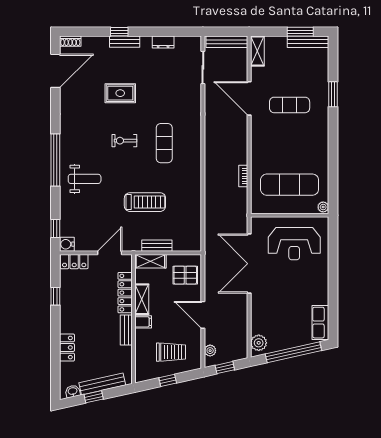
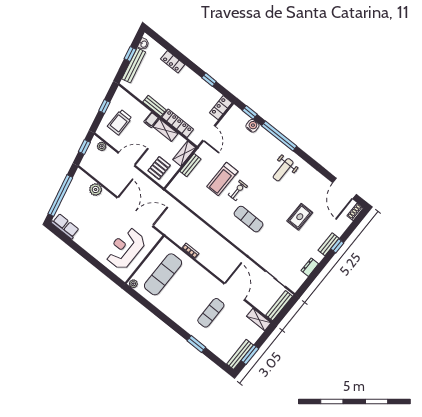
door: (249, 98) -> (234, 292), hinge flipped
exercise bike: (124, 141) -> (238, 190), moved
window: (55, 160) -> (279, 136), moved
weight bench: (85, 179) -> (283, 170), moved
water cooler: (67, 244) -> (252, 126), moved
plant: (259, 343) -> (96, 189), moved

